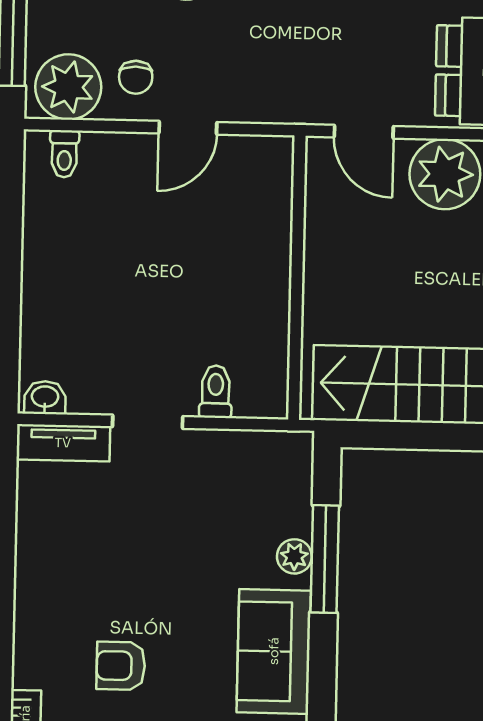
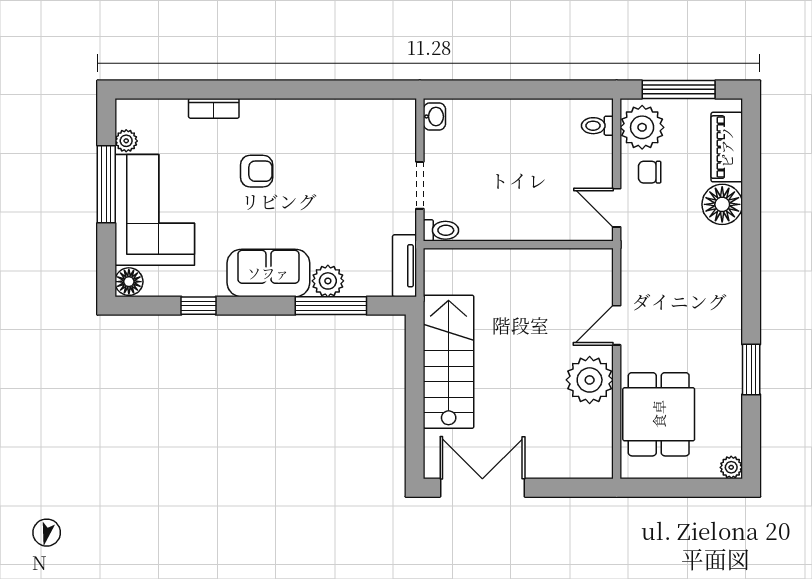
wall: (297, 278) -> (518, 245), moved
tv unit: (63, 443) -> (404, 266), moved
plant: (294, 556) -> (328, 281), width x1.38, depth x1.38
armchair: (121, 666) -> (257, 171), turned 90

